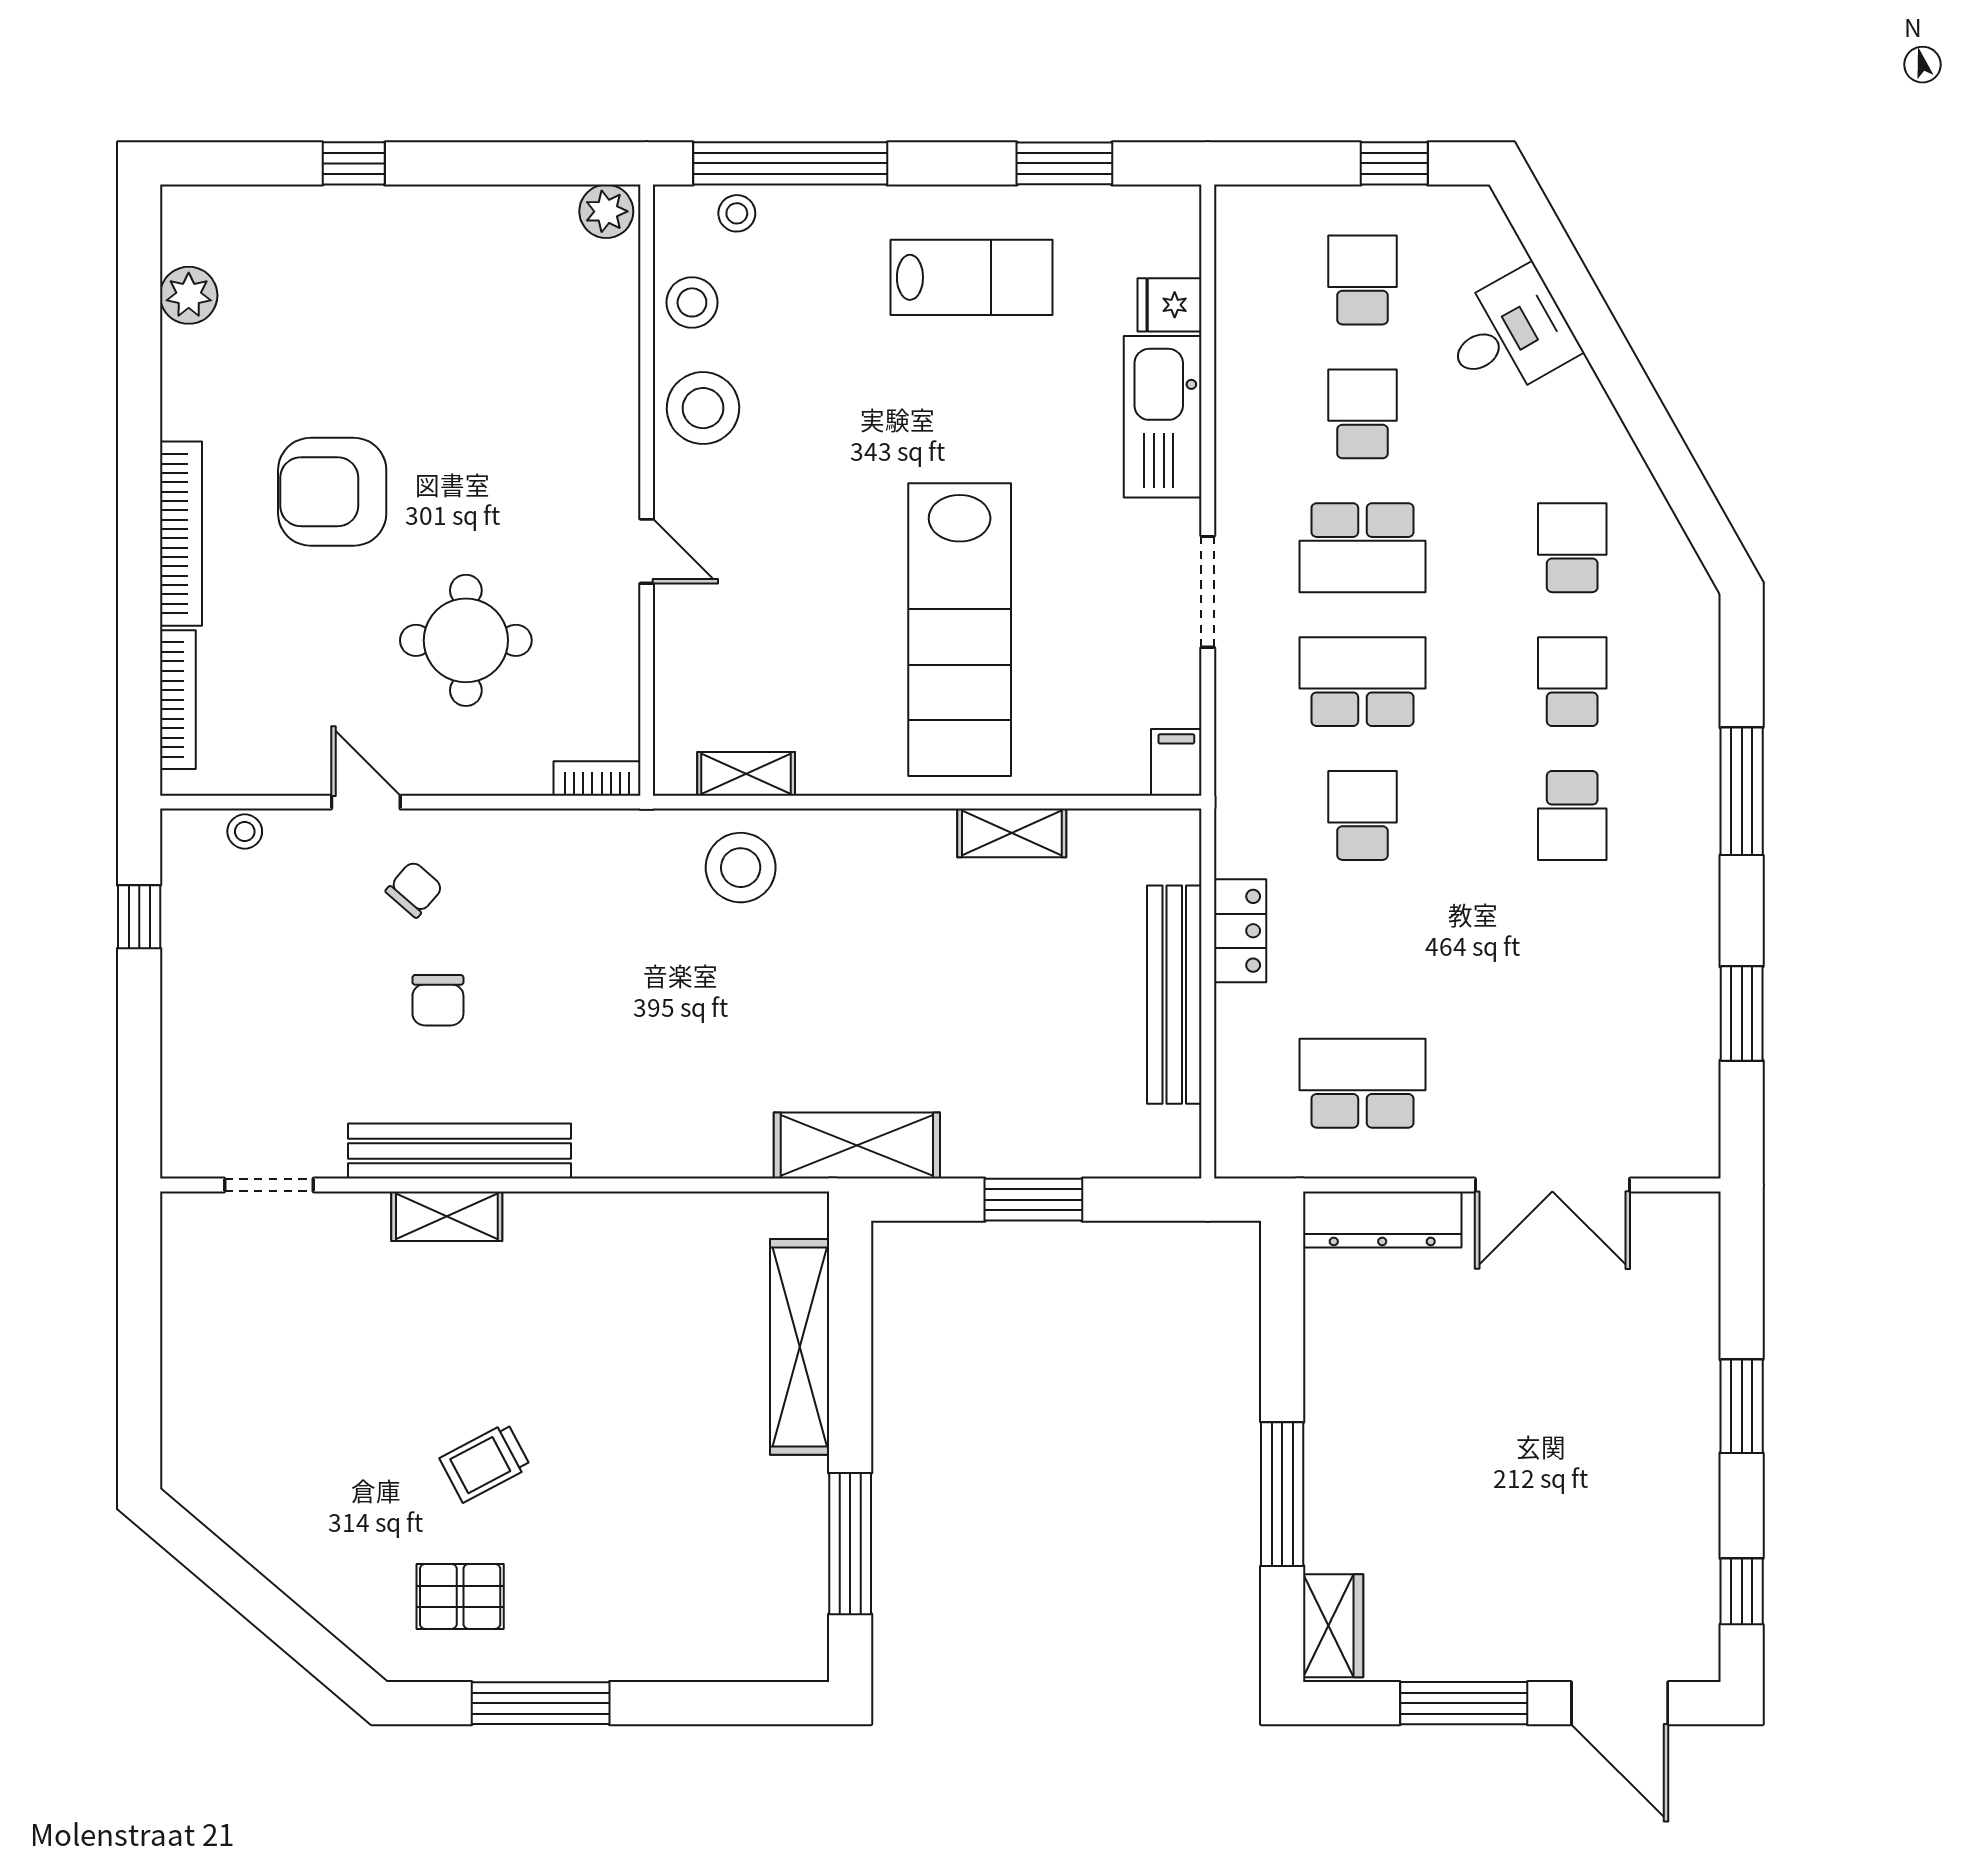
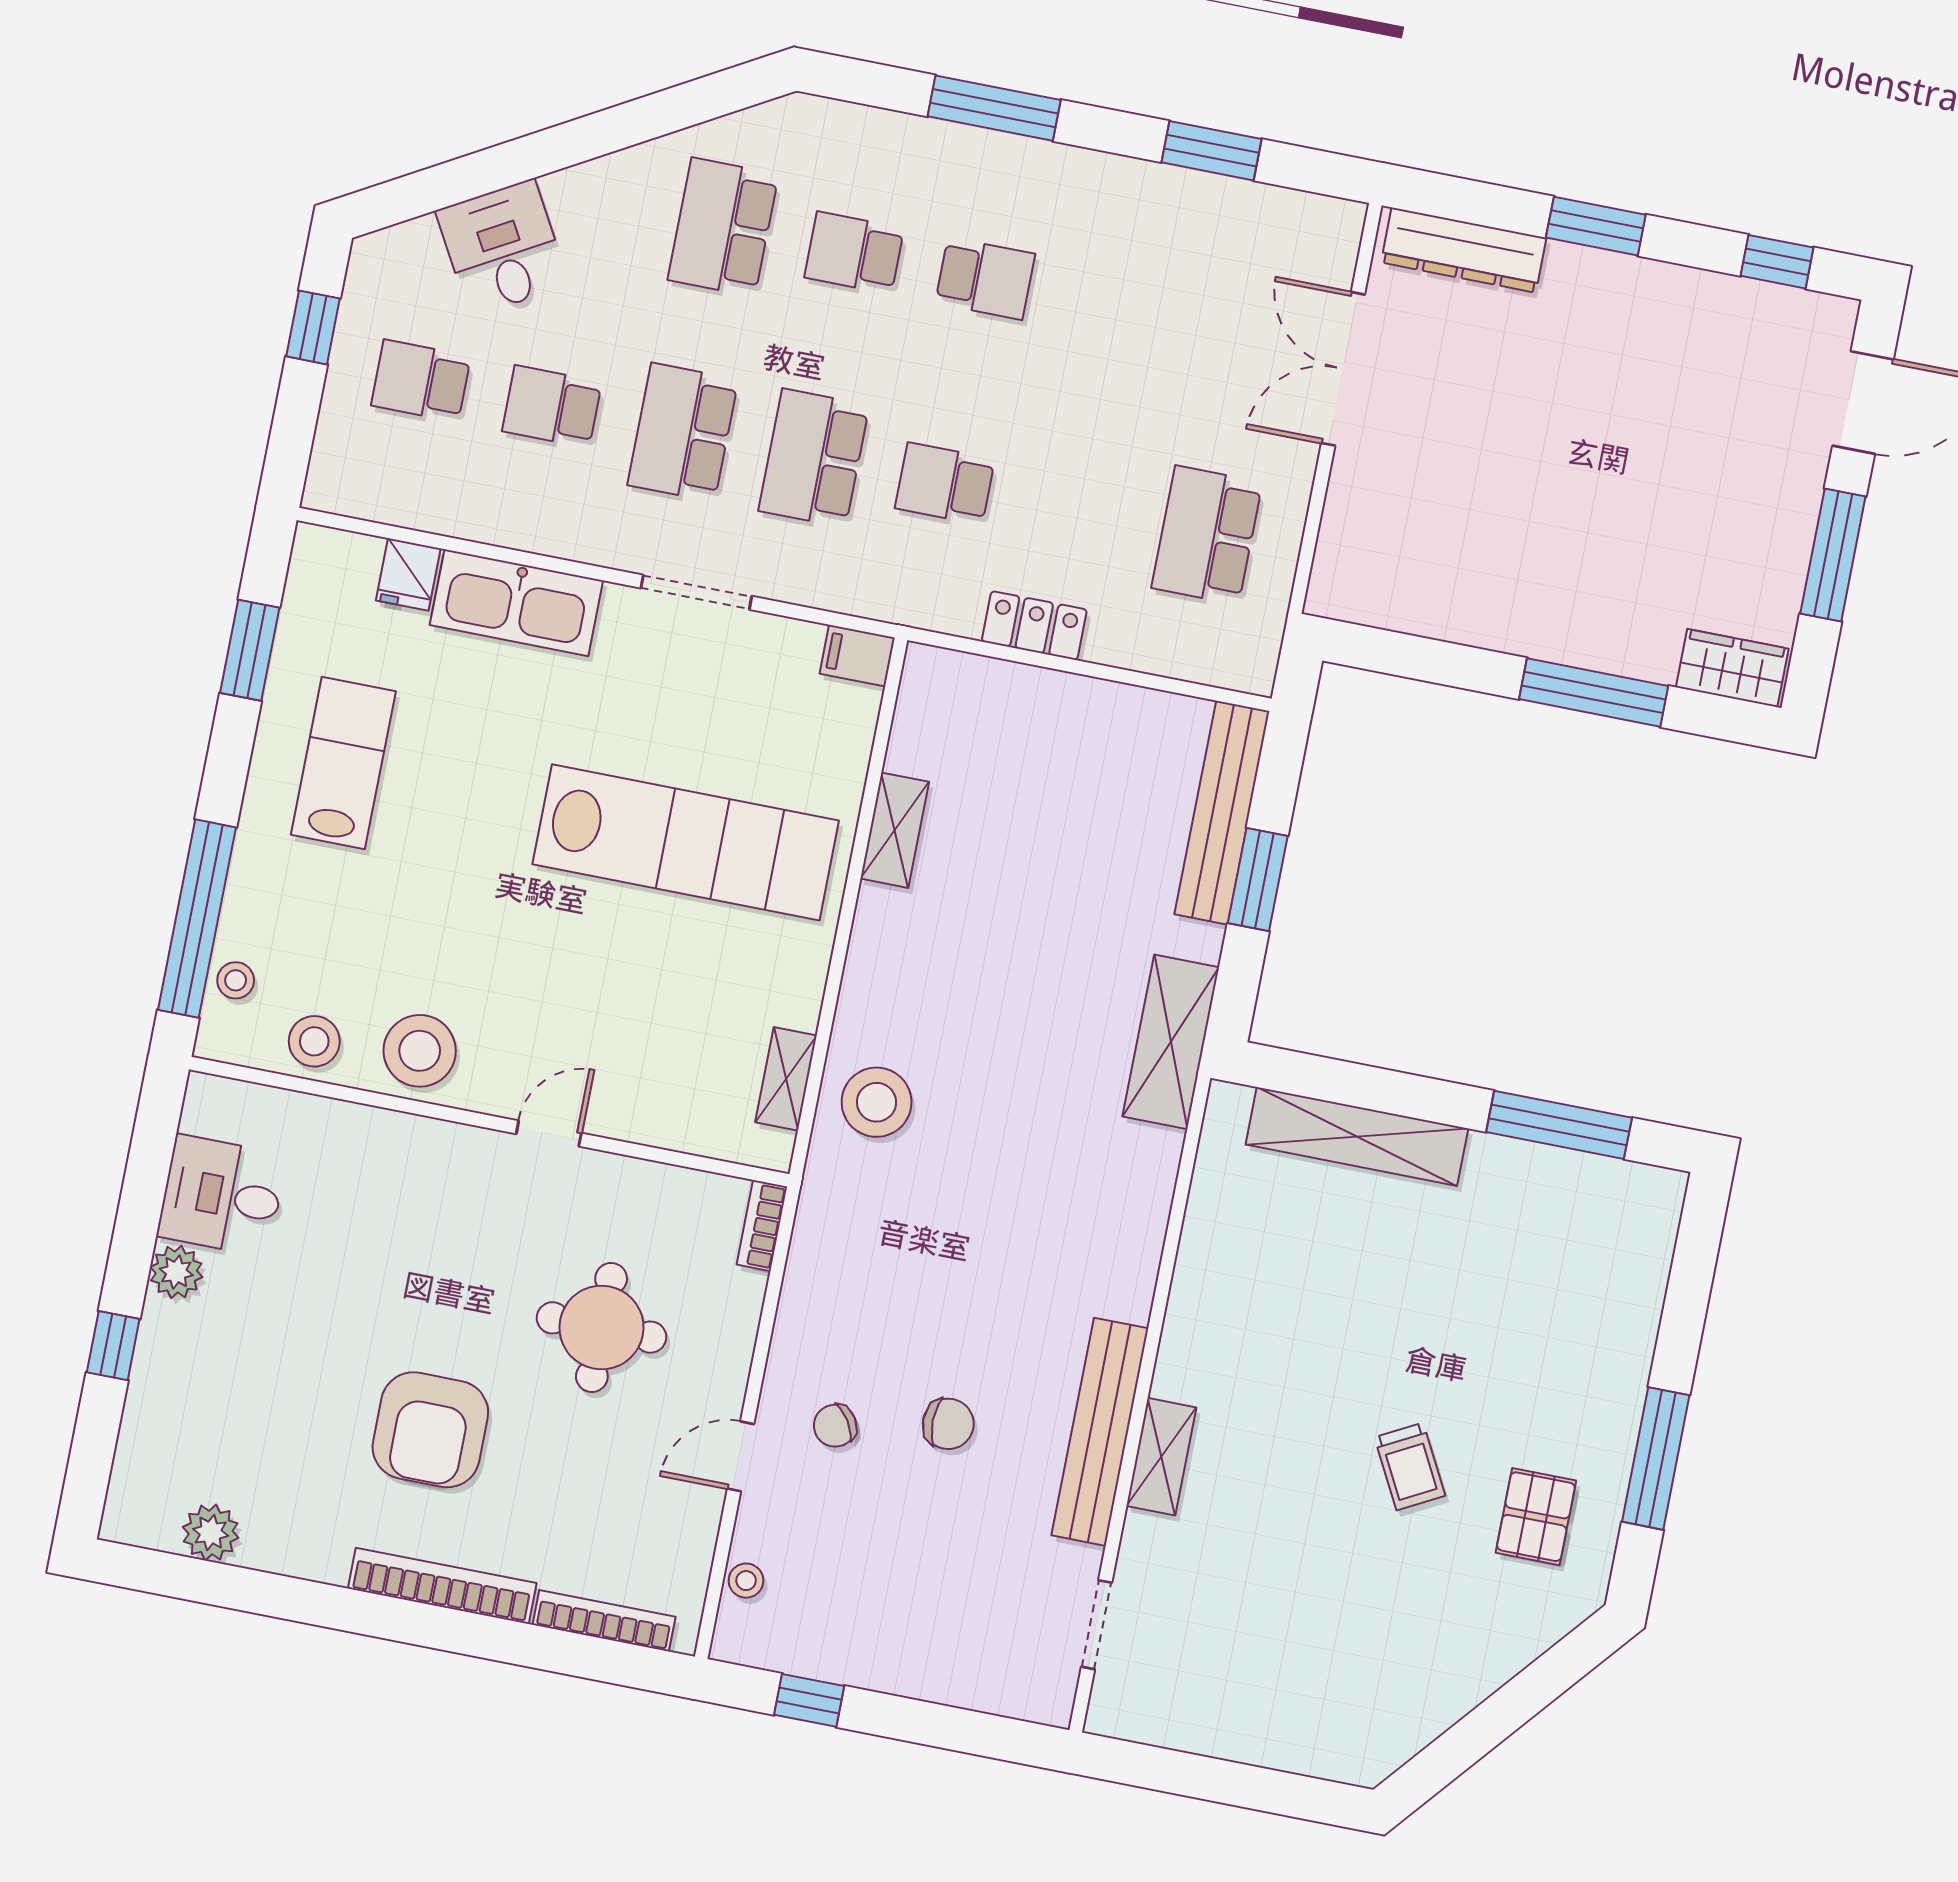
plant: (606, 211) -> (176, 1272), moved
desk: (522, 242) -> (222, 1196), added
school desk: (1362, 548) -> (683, 432), turned 180
school desk: (1572, 548) -> (723, 227), width x1.85
chair: (414, 889) -> (835, 1426), turned -74
bench: (1174, 995) -> (1222, 813), moved, turned 90
double door: (1552, 1185) -> (1343, 369), swing flipped
dresser: (1382, 1219) -> (1464, 250), moved, turned 90

